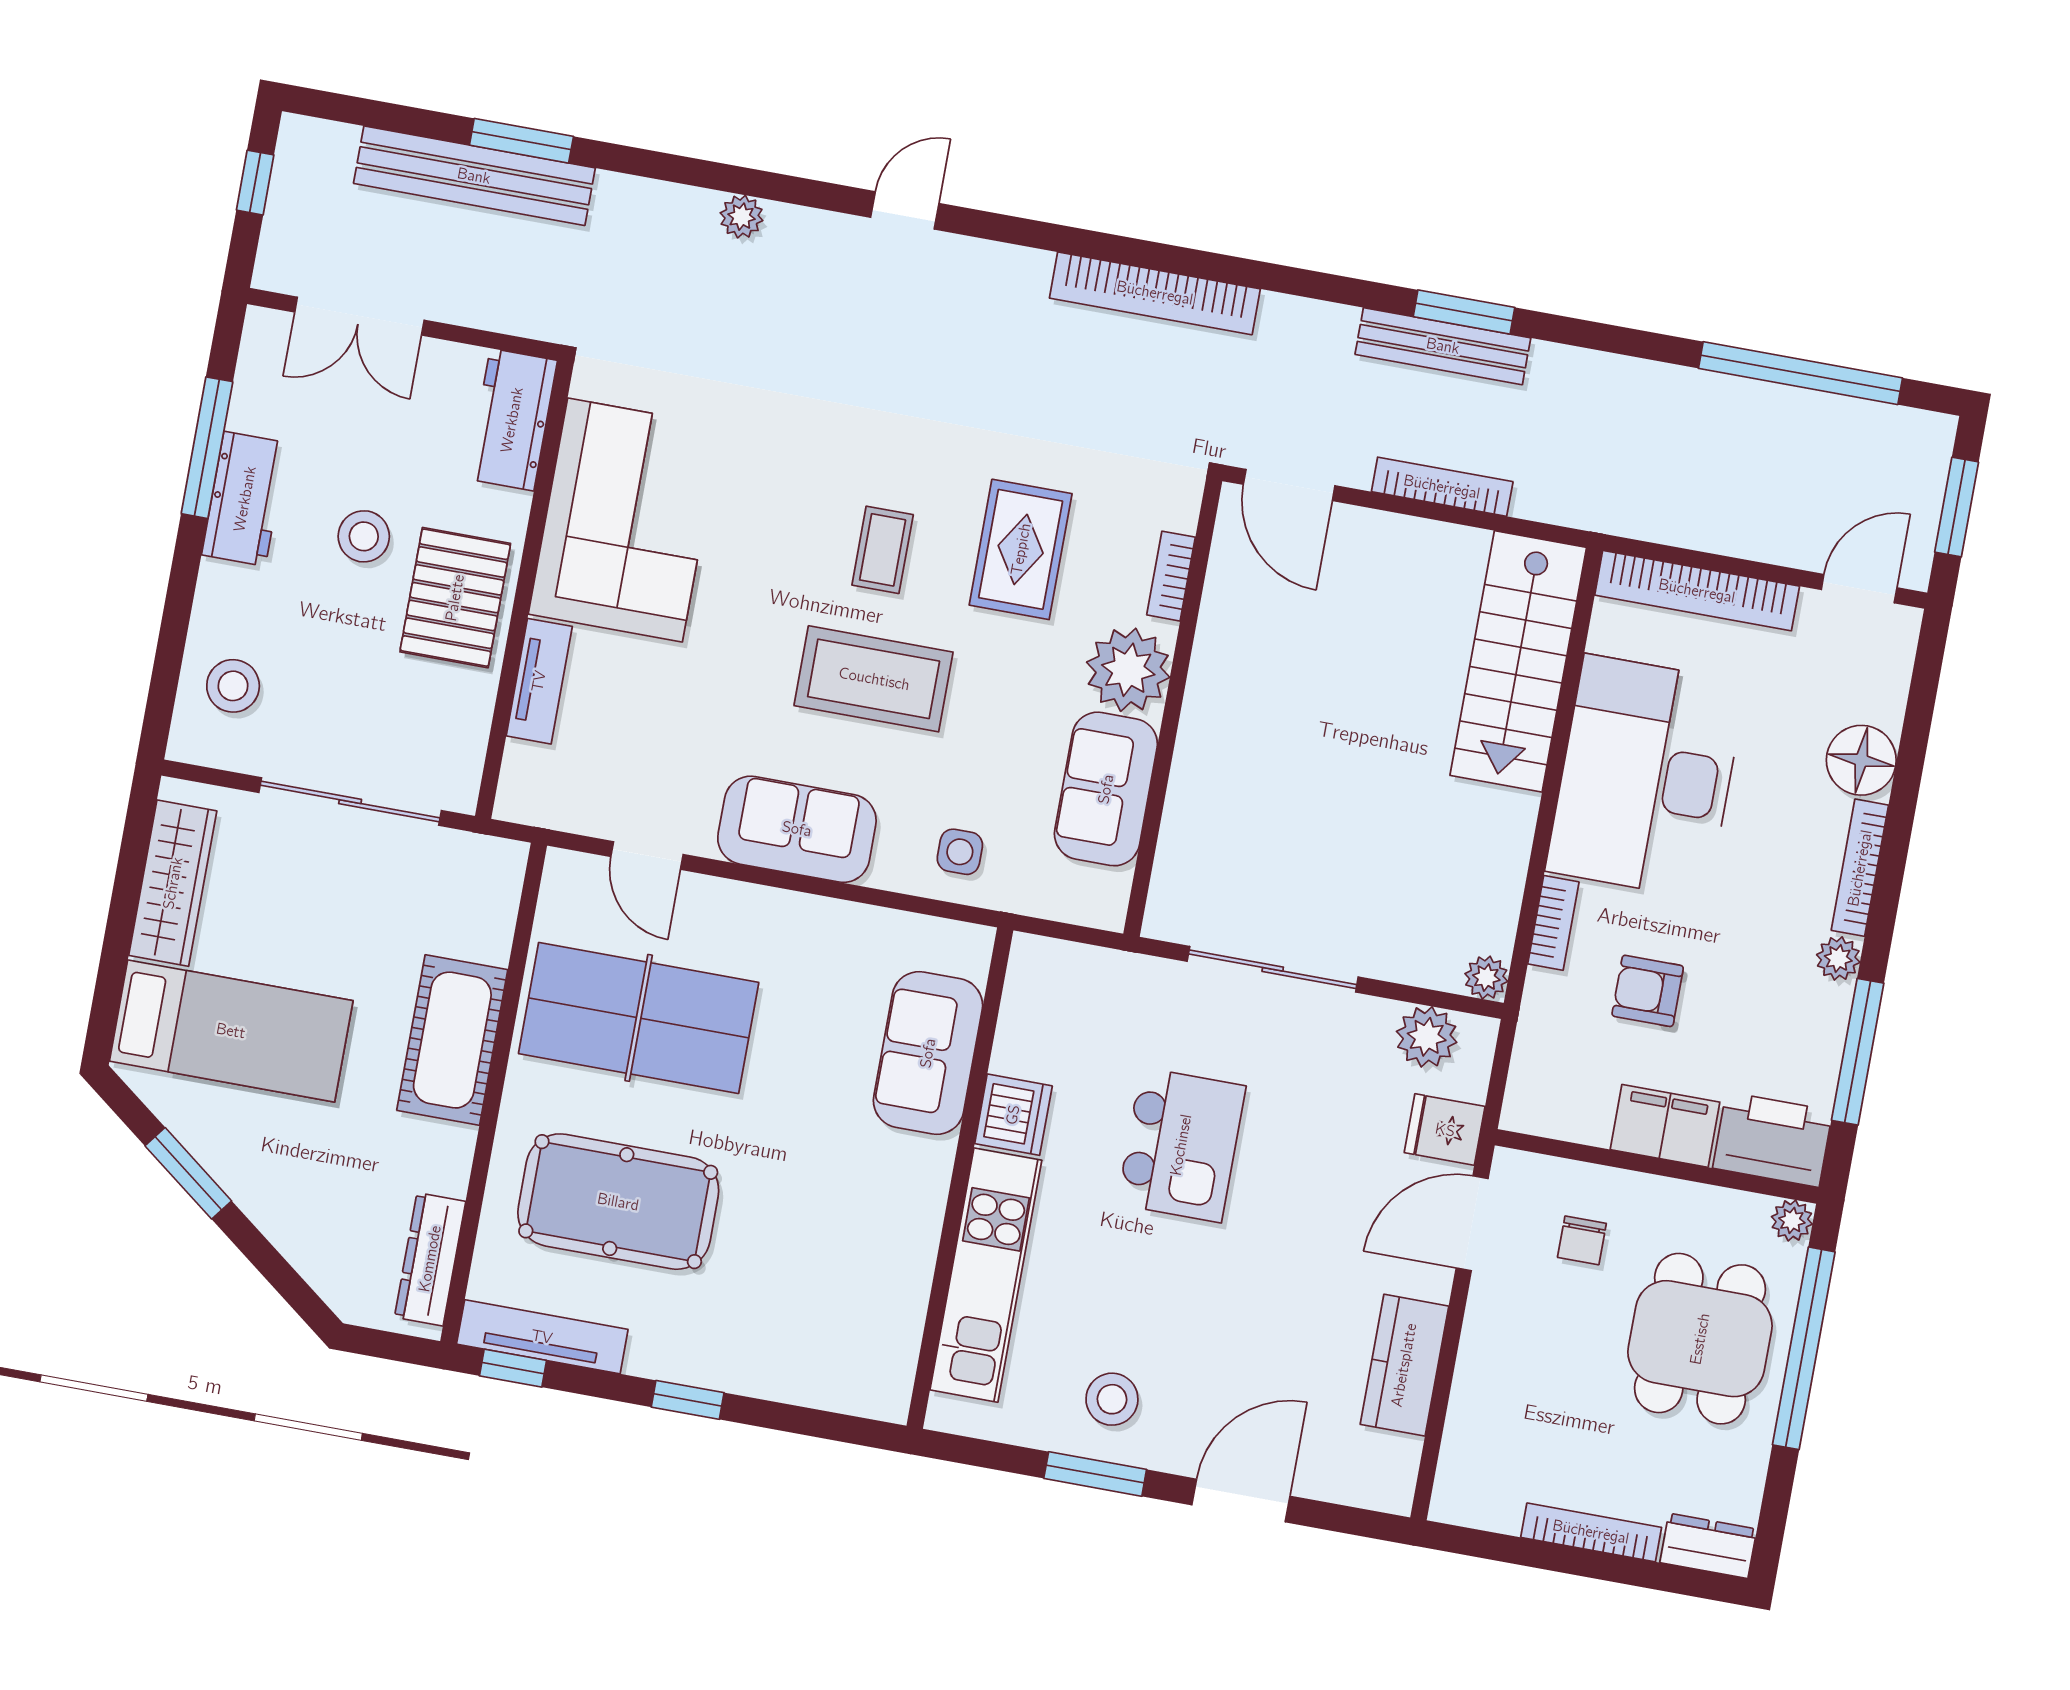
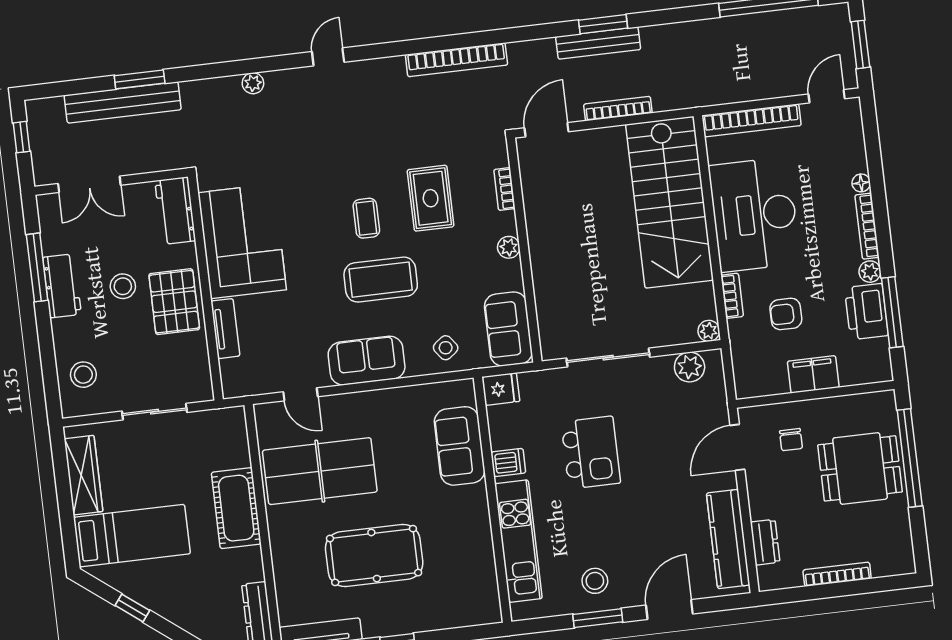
door: (1289, 485) -> (546, 130), swing flipped
stairs: (1518, 661) -> (669, 202), width x1.36, depth x1.51
plant: (1128, 670) -> (509, 247), width x0.53, depth x0.53
floor lamp: (1861, 760) -> (861, 183), width x0.53, depth x0.53
sofa: (1106, 789) -> (508, 329), moved
sliding door: (350, 802) -> (154, 412), width x0.73
side table: (960, 852) -> (446, 348), turned -37
dishwasher: (1013, 1115) -> (508, 462), width x0.73
fridge: (1445, 1130) -> (501, 389), moved, turned 180
printer: (1773, 1139) -> (866, 312), moved, turned -90
window: (188, 1173) -> (132, 608), width x0.67
pool table: (618, 1202) -> (374, 556), moved
plant: (1792, 1220) -> (886, 400), removed
dining table: (1700, 1339) -> (860, 468), turned 90
kitchen counter: (1404, 1365) -> (728, 539), width x1.50
dresser: (1708, 1546) -> (765, 542), moved, turned 90

